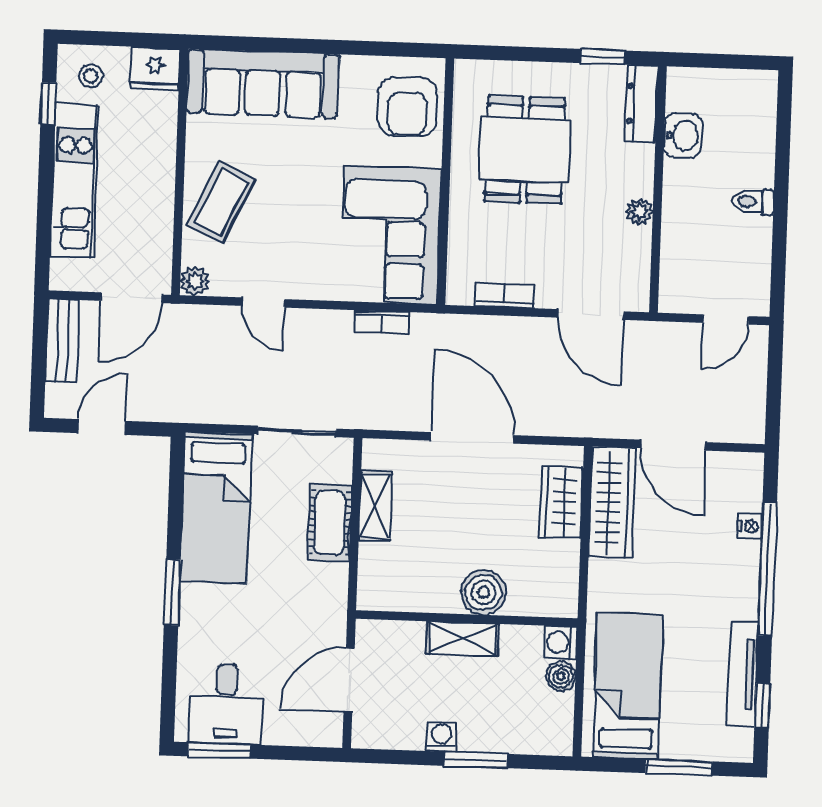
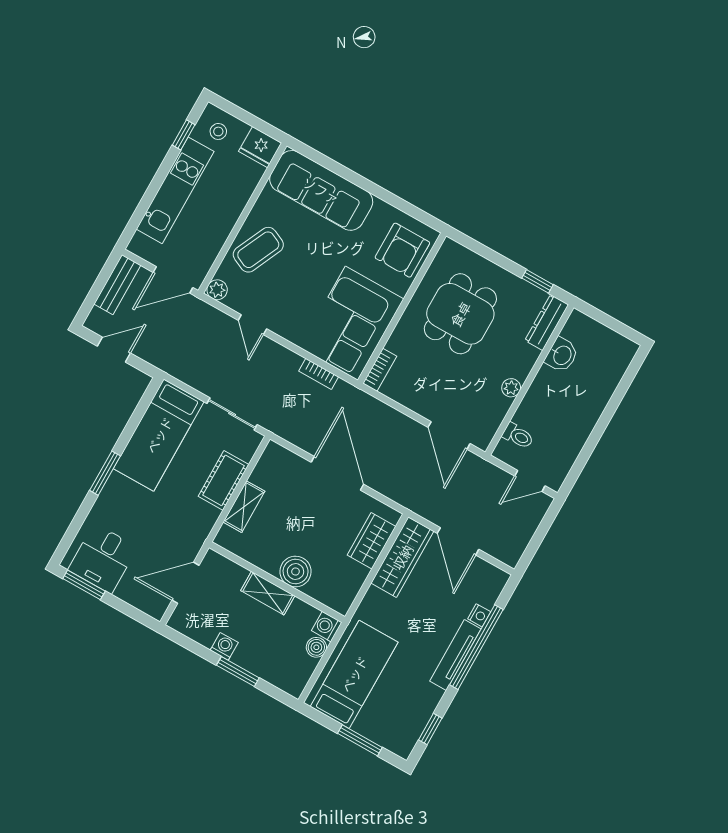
toilet: (753, 202) -> (518, 436), moved, turned 180
bookcase: (505, 295) -> (380, 370), moved, turned 90
shelving: (375, 506) -> (244, 507), moved
tv unit: (742, 674) -> (455, 655), moved

